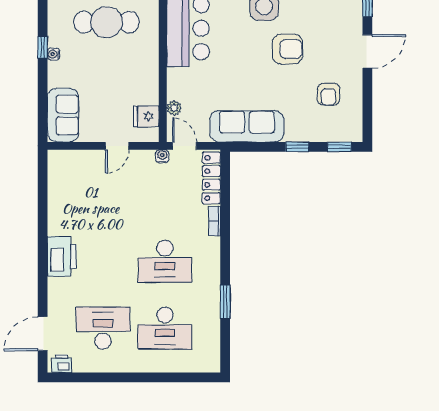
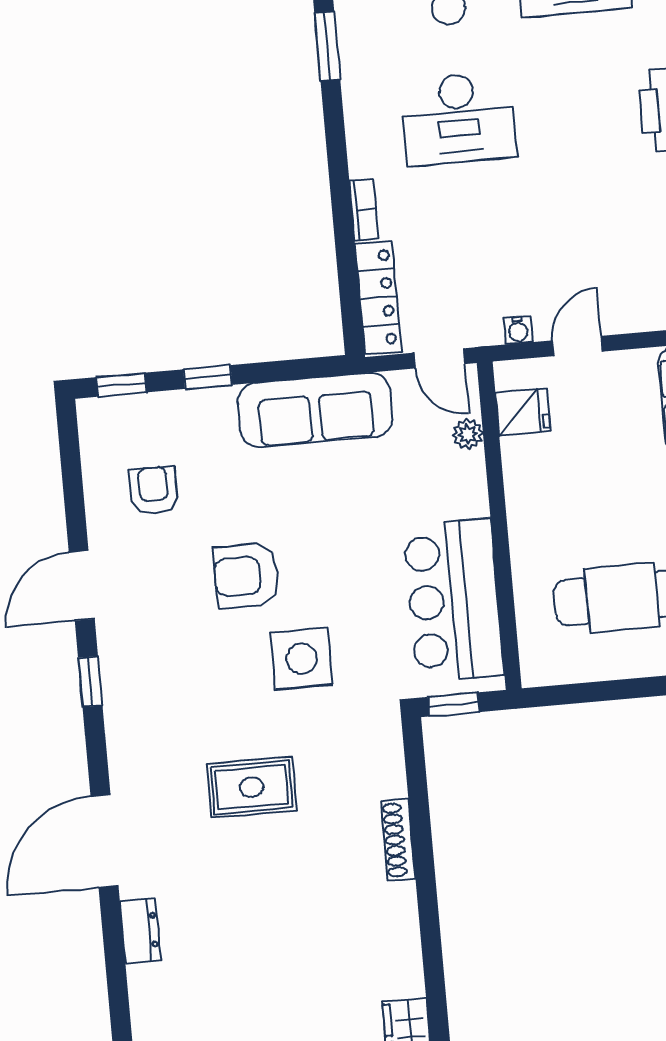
water cooler: (162, 156) -> (518, 330), moved
desk: (165, 261) -> (458, 118), turned 180

